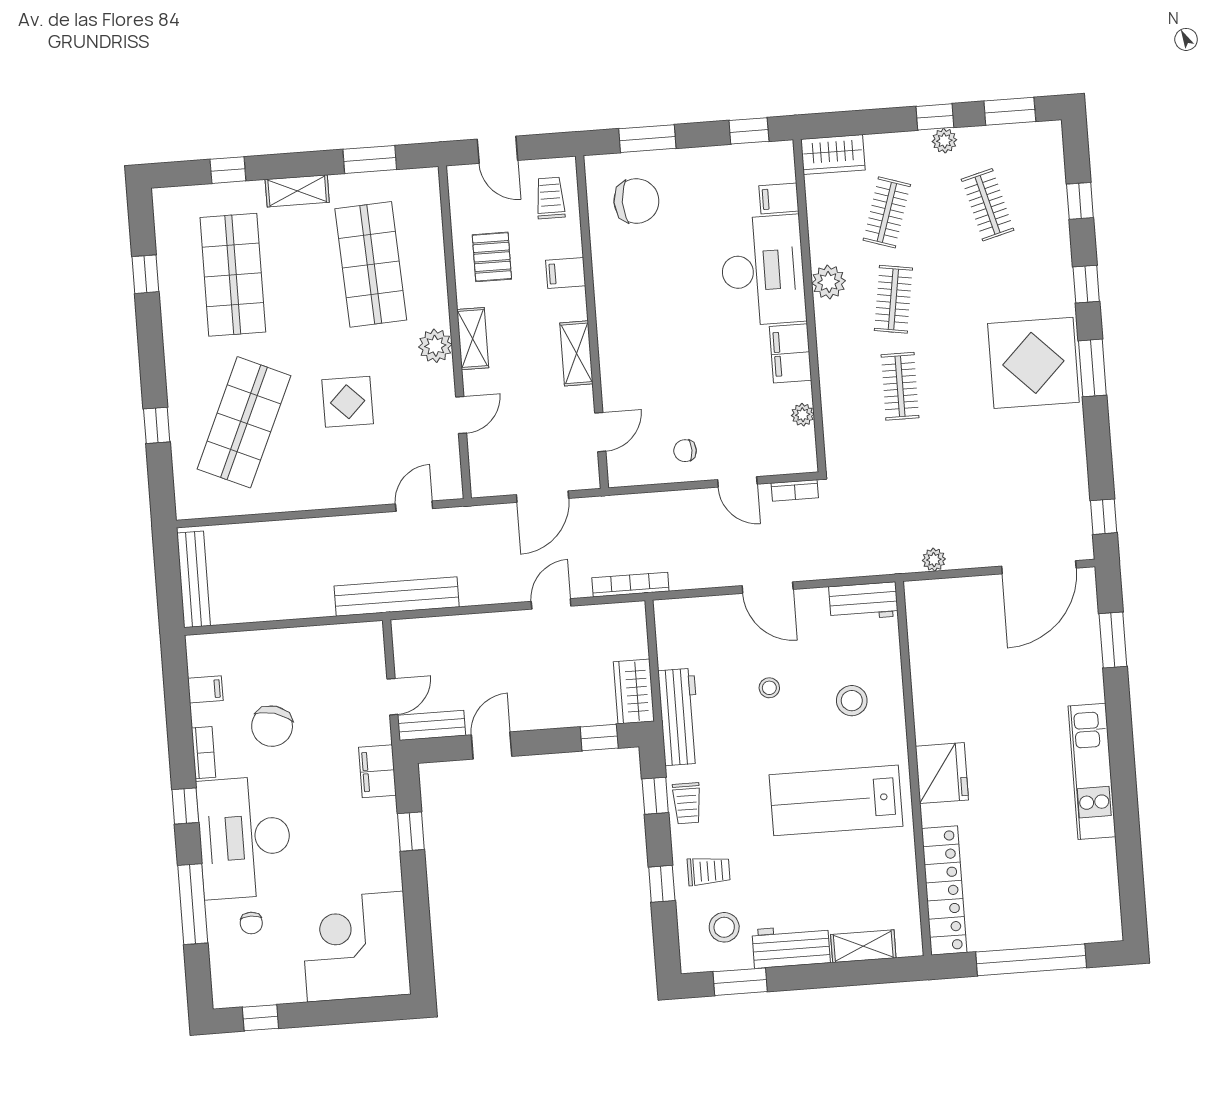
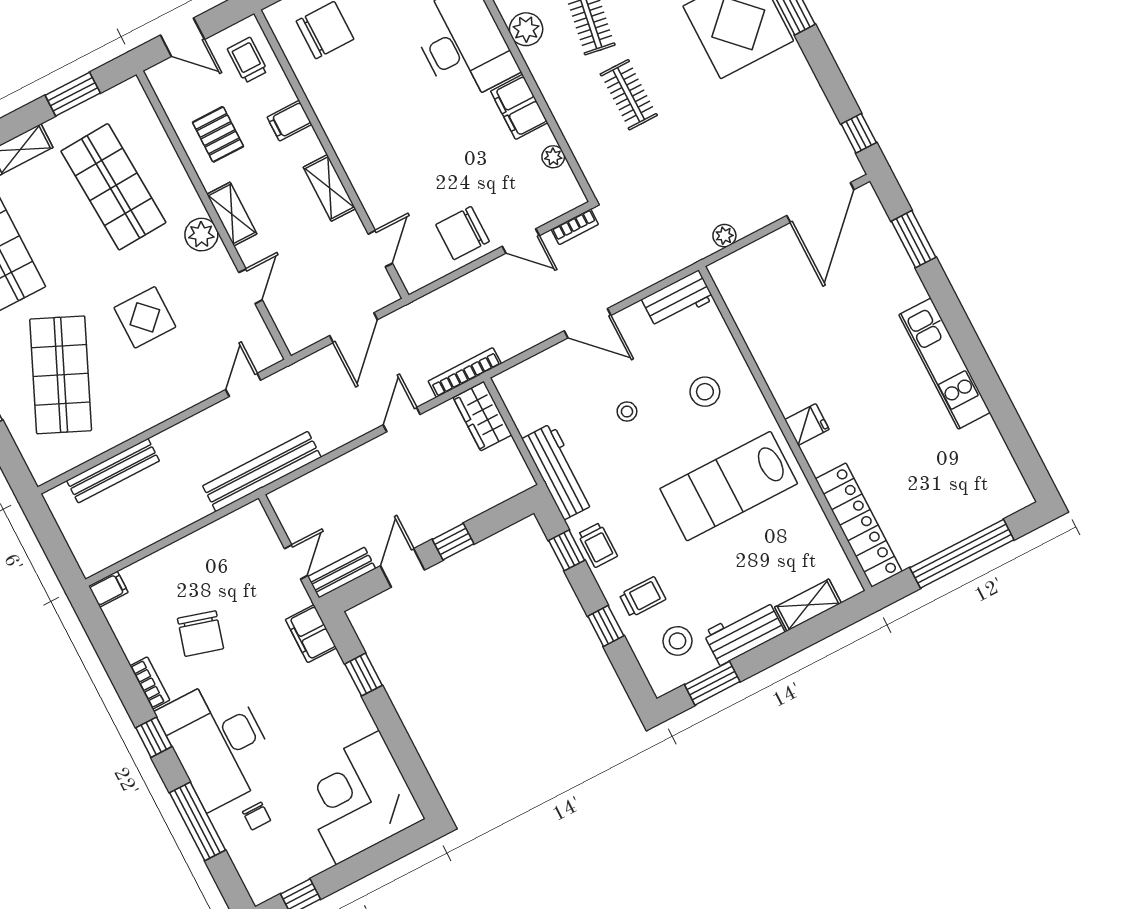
chair: (685, 451) -> (463, 233), width x1.87, depth x1.87
bench: (194, 579) -> (113, 471), moved, turned 90
filing cabinet: (205, 689) -> (108, 589), moved
wardrobe: (634, 691) -> (483, 416), moved
window: (599, 737) -> (453, 542), moved
fridge: (942, 773) -> (807, 425), width x0.53, depth x0.75

